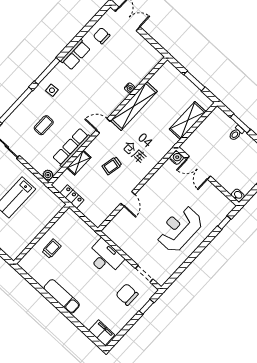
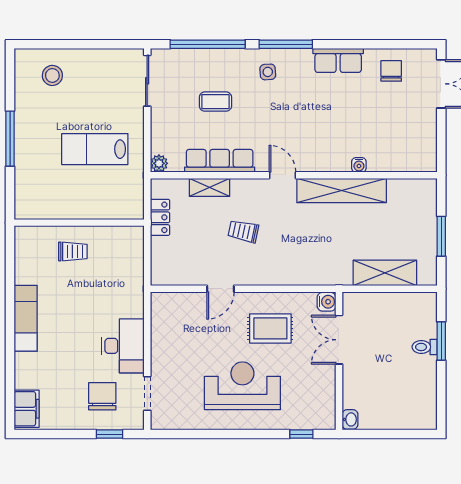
rug: (166, 193) -> (270, 328), added
desk: (105, 257) -> (123, 346), moved

